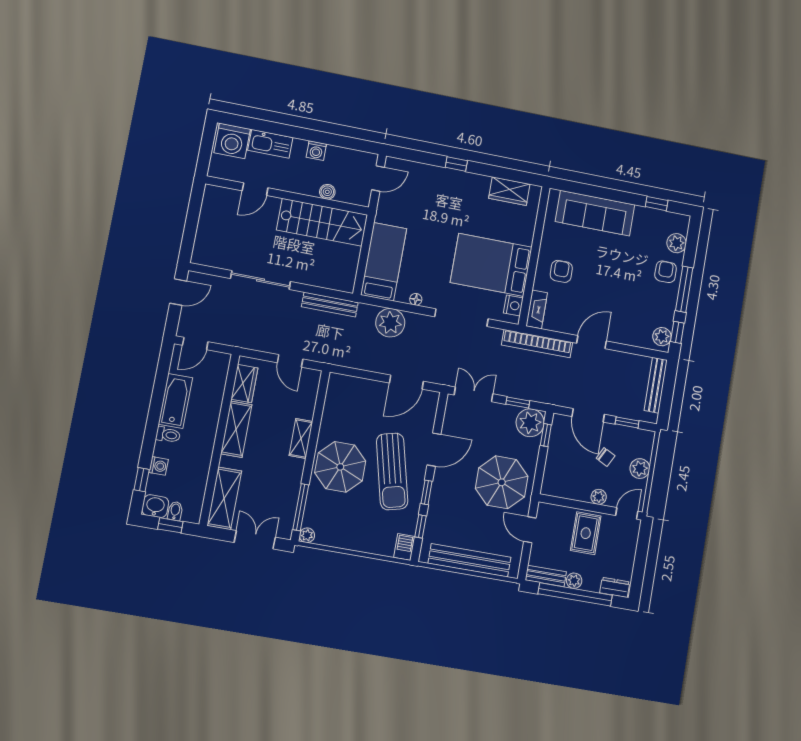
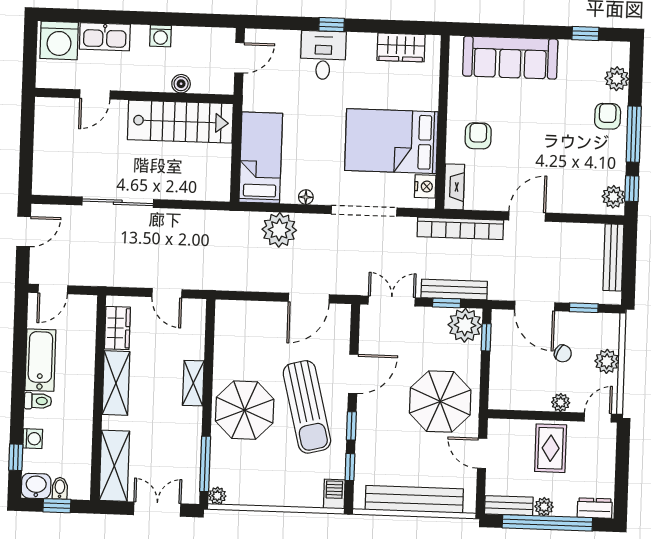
desk: (446, 187) -> (323, 55), added
bench: (330, 305) -> (454, 290), moved

